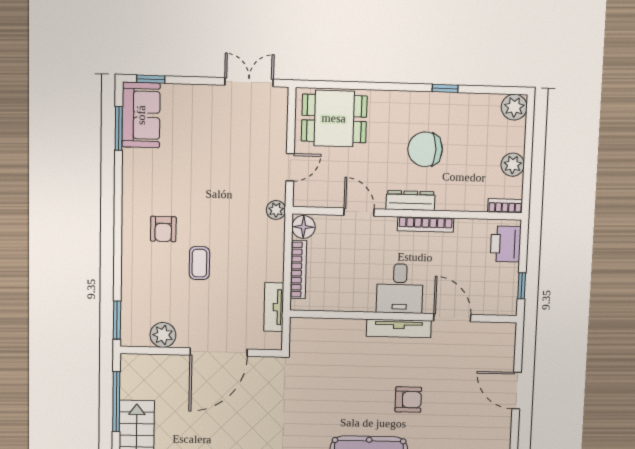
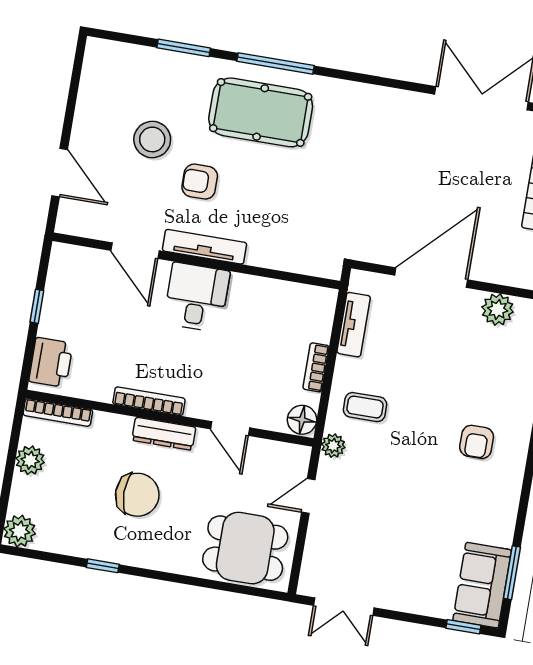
bookcase: (505, 206) -> (58, 412), width x1.56
armchair: (163, 229) -> (477, 442), turned 180
coffee table: (199, 263) -> (365, 407), moved, turned 90
bookcase: (298, 270) -> (316, 367), width x0.64
desk: (400, 288) -> (197, 297), moved
wall: (404, 316) -> (196, 261), moved
door: (452, 318) -> (135, 251), moved
tv unit: (399, 328) -> (204, 247), moved
stool: (449, 426) -> (152, 139), added

